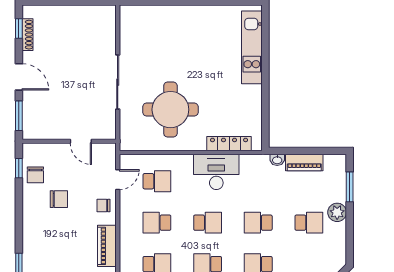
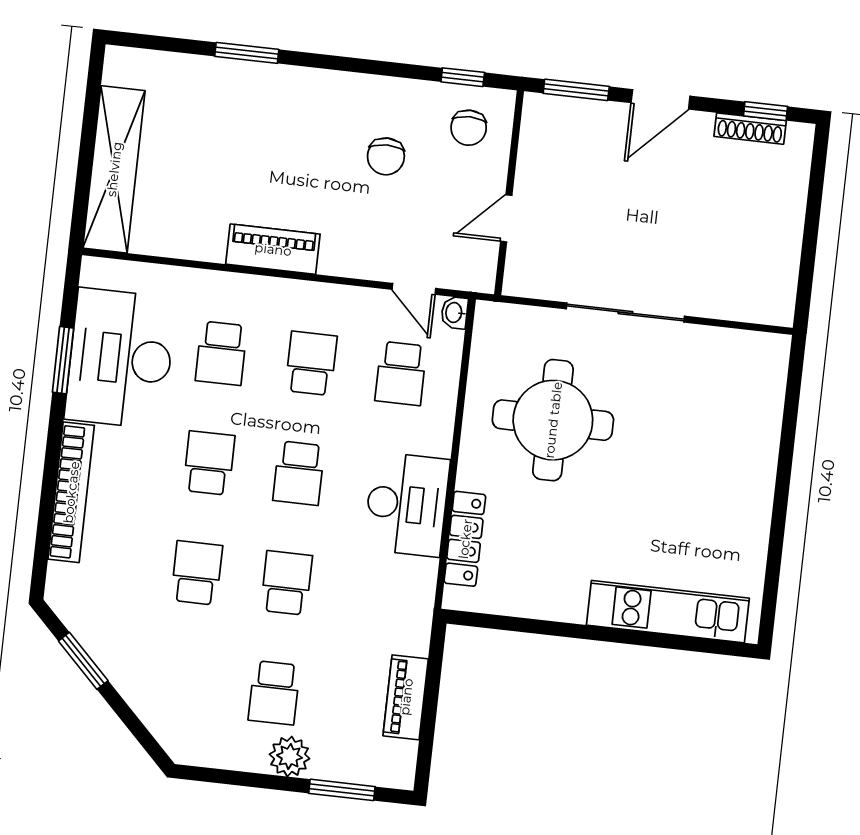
washbasin: (277, 160) -> (454, 313), moved
chair: (35, 175) -> (469, 128), moved, turned -90
chair: (103, 205) -> (361, 251), removed

